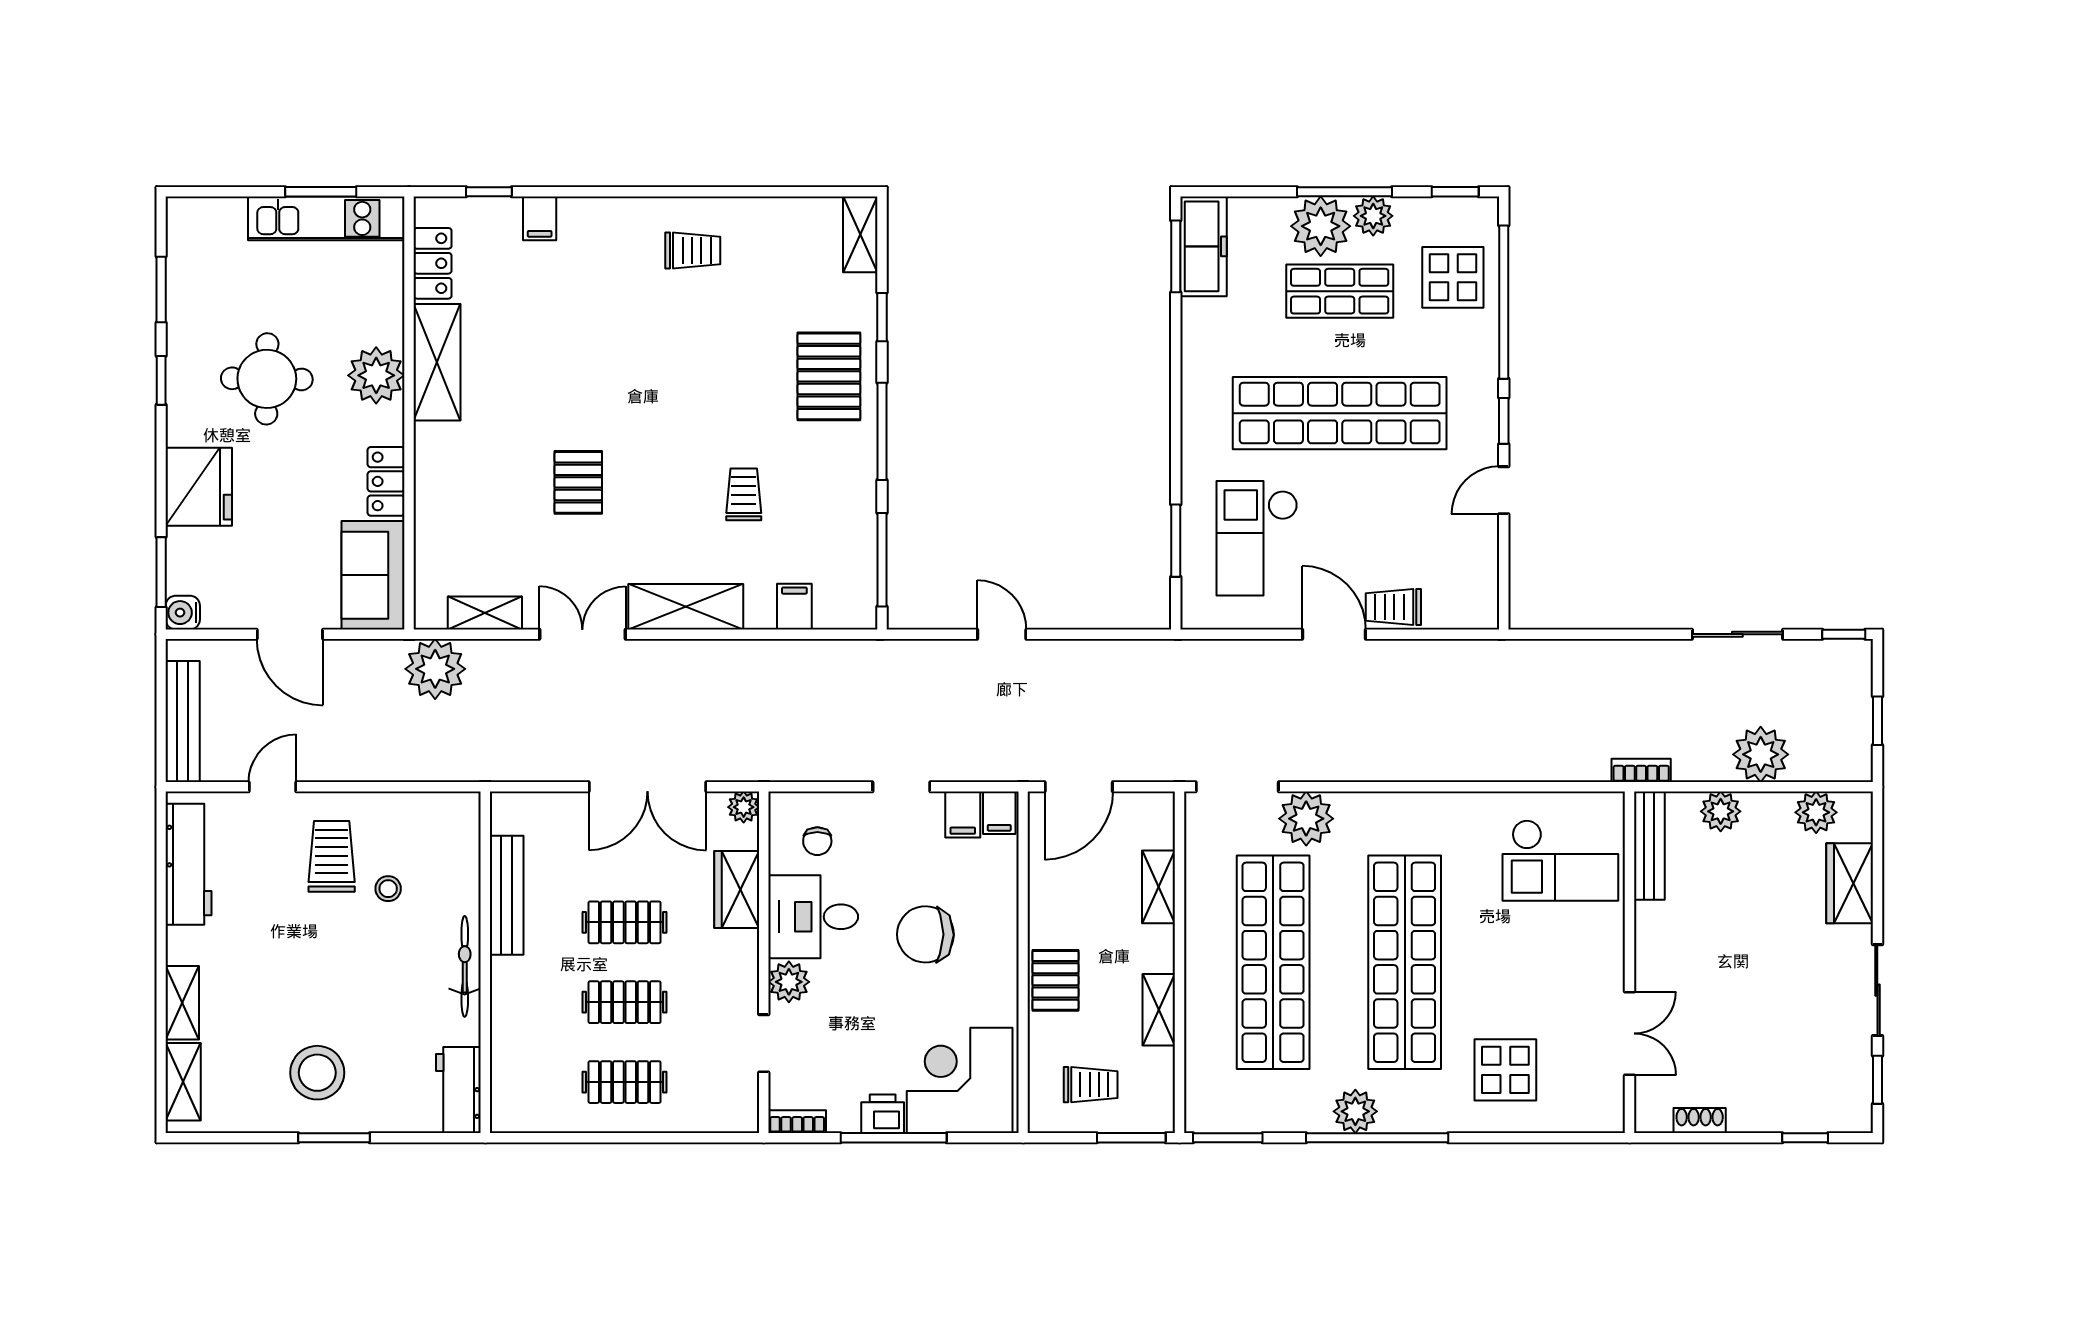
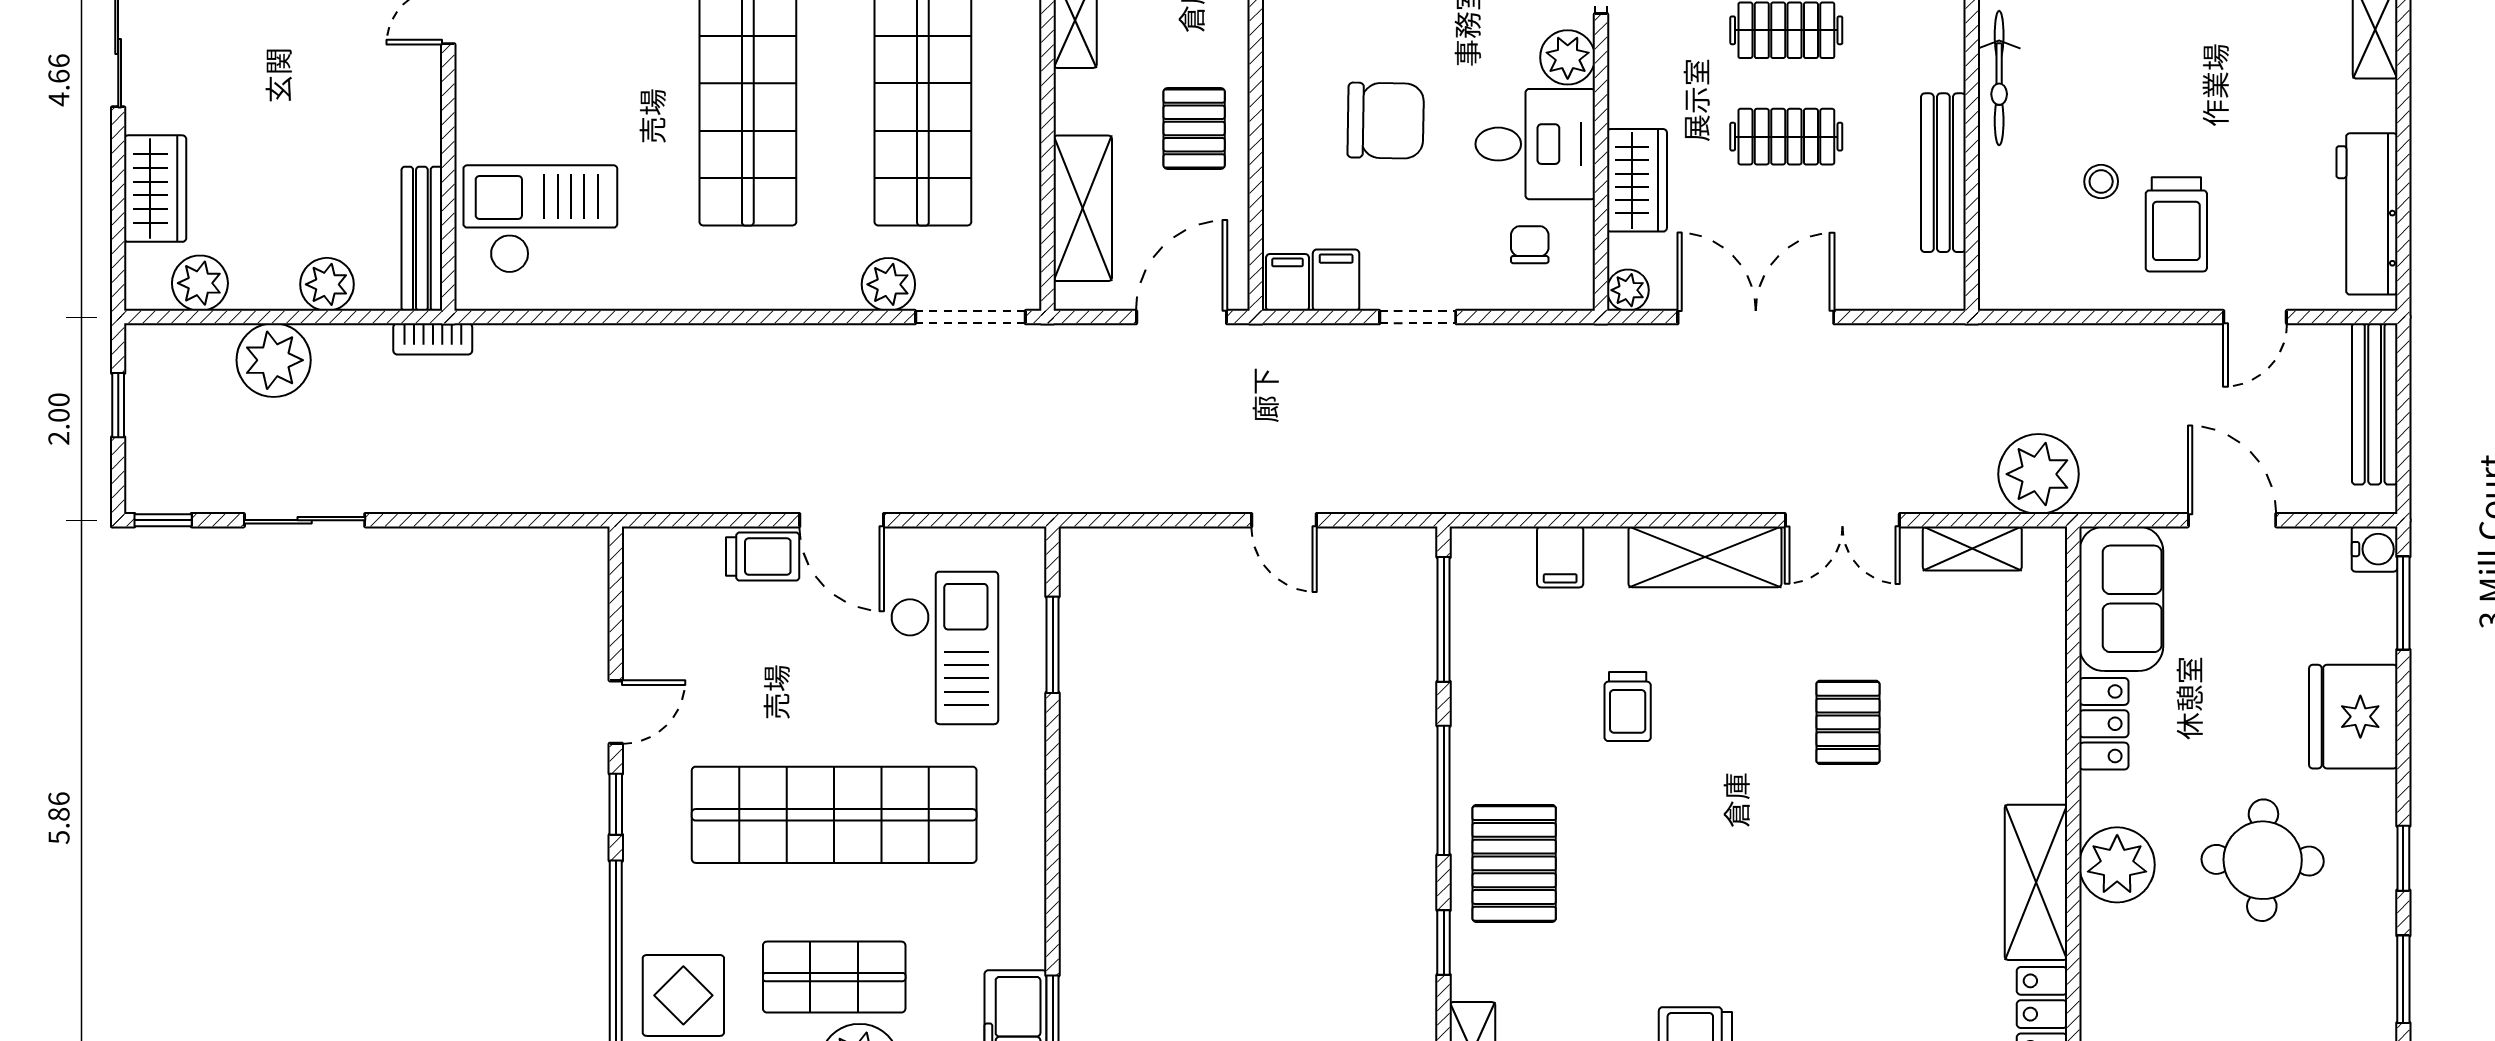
plant: (1306, 819) -> (888, 284), width x0.73, depth x0.73
shelving: (1158, 887) -> (1083, 208), width x1.50, depth x1.33
pallet: (1055, 980) -> (1194, 128), moved

